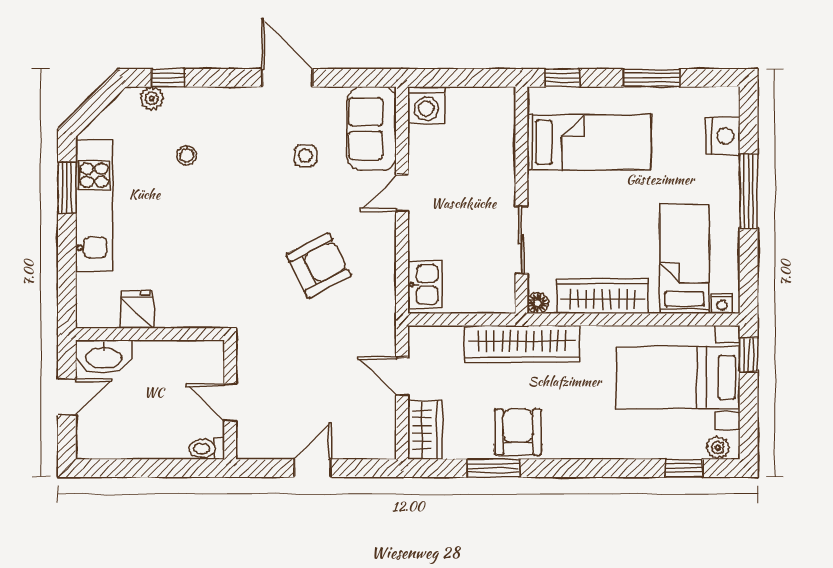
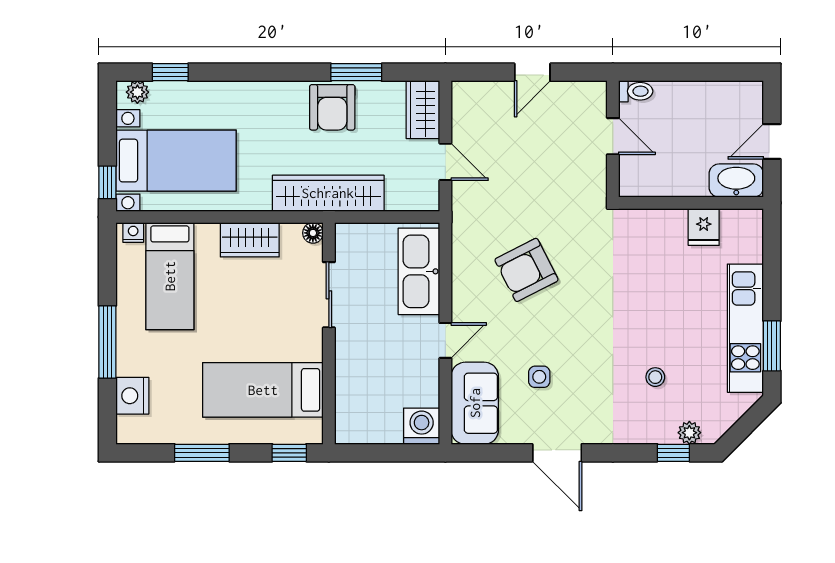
kitchen sink: (425, 285) -> (419, 271), width x1.88, depth x1.24
wardrobe: (603, 296) -> (250, 240), width x0.67

